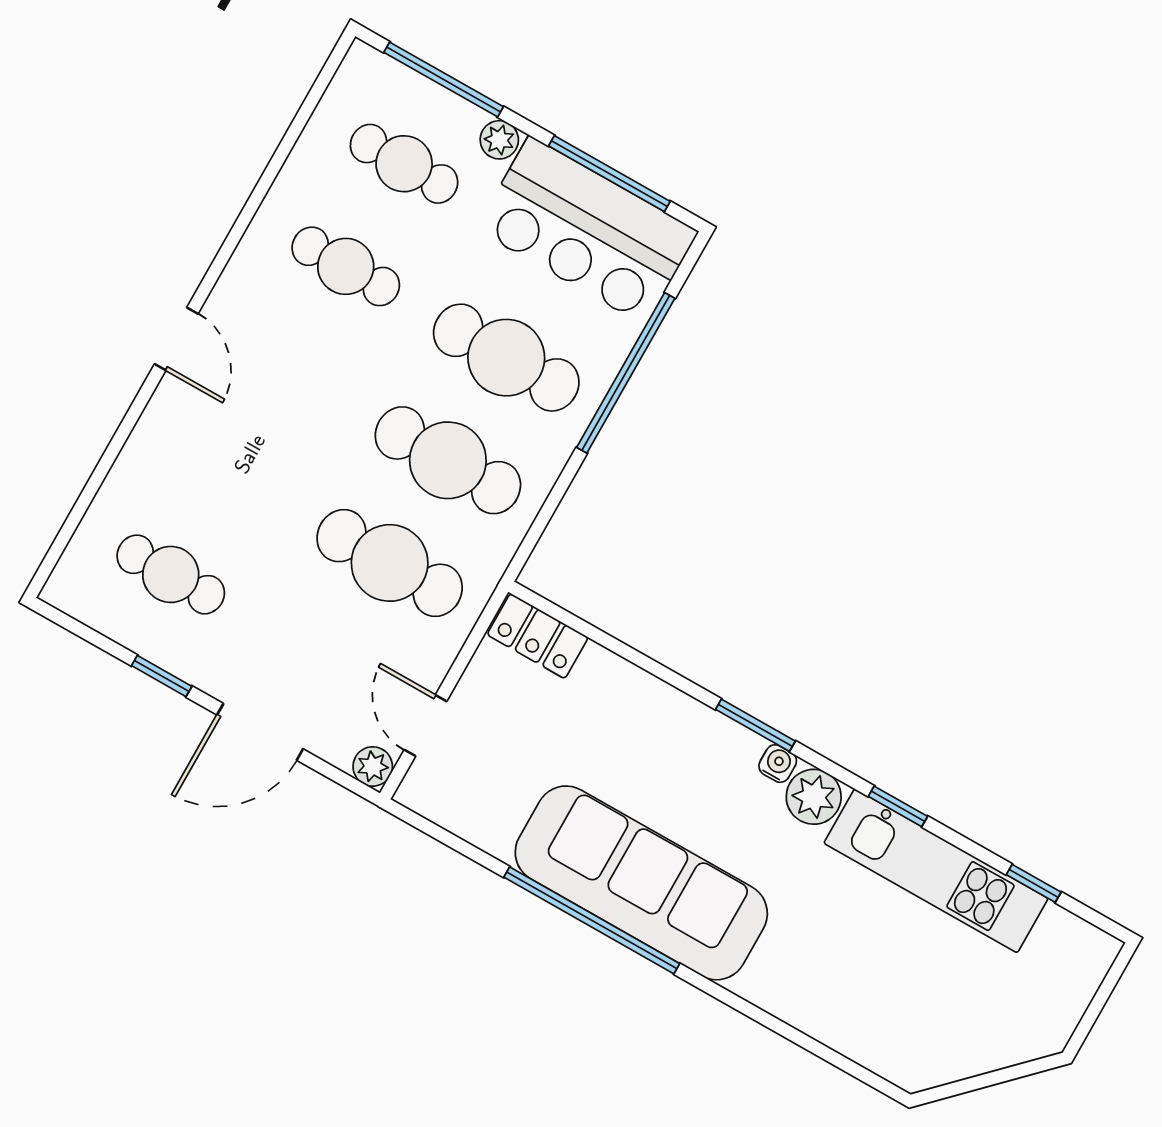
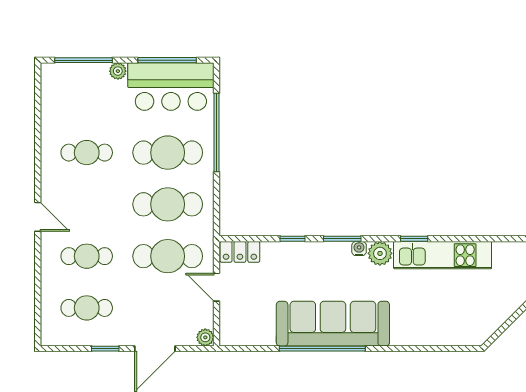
cafe table: (404, 164) -> (87, 256), moved
door: (425, 726) -> (217, 287), moved
window: (1034, 883) -> (293, 239), moved

